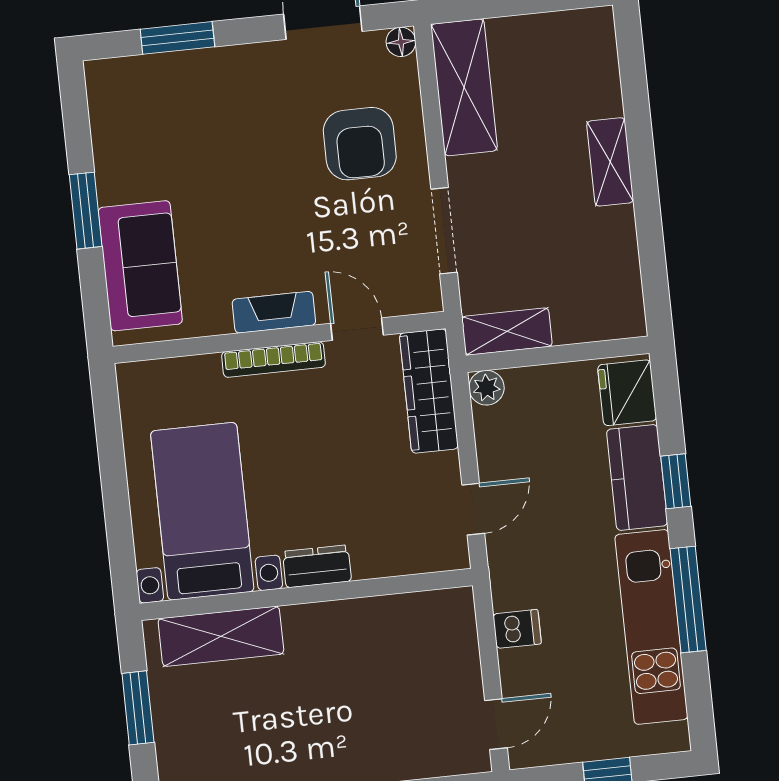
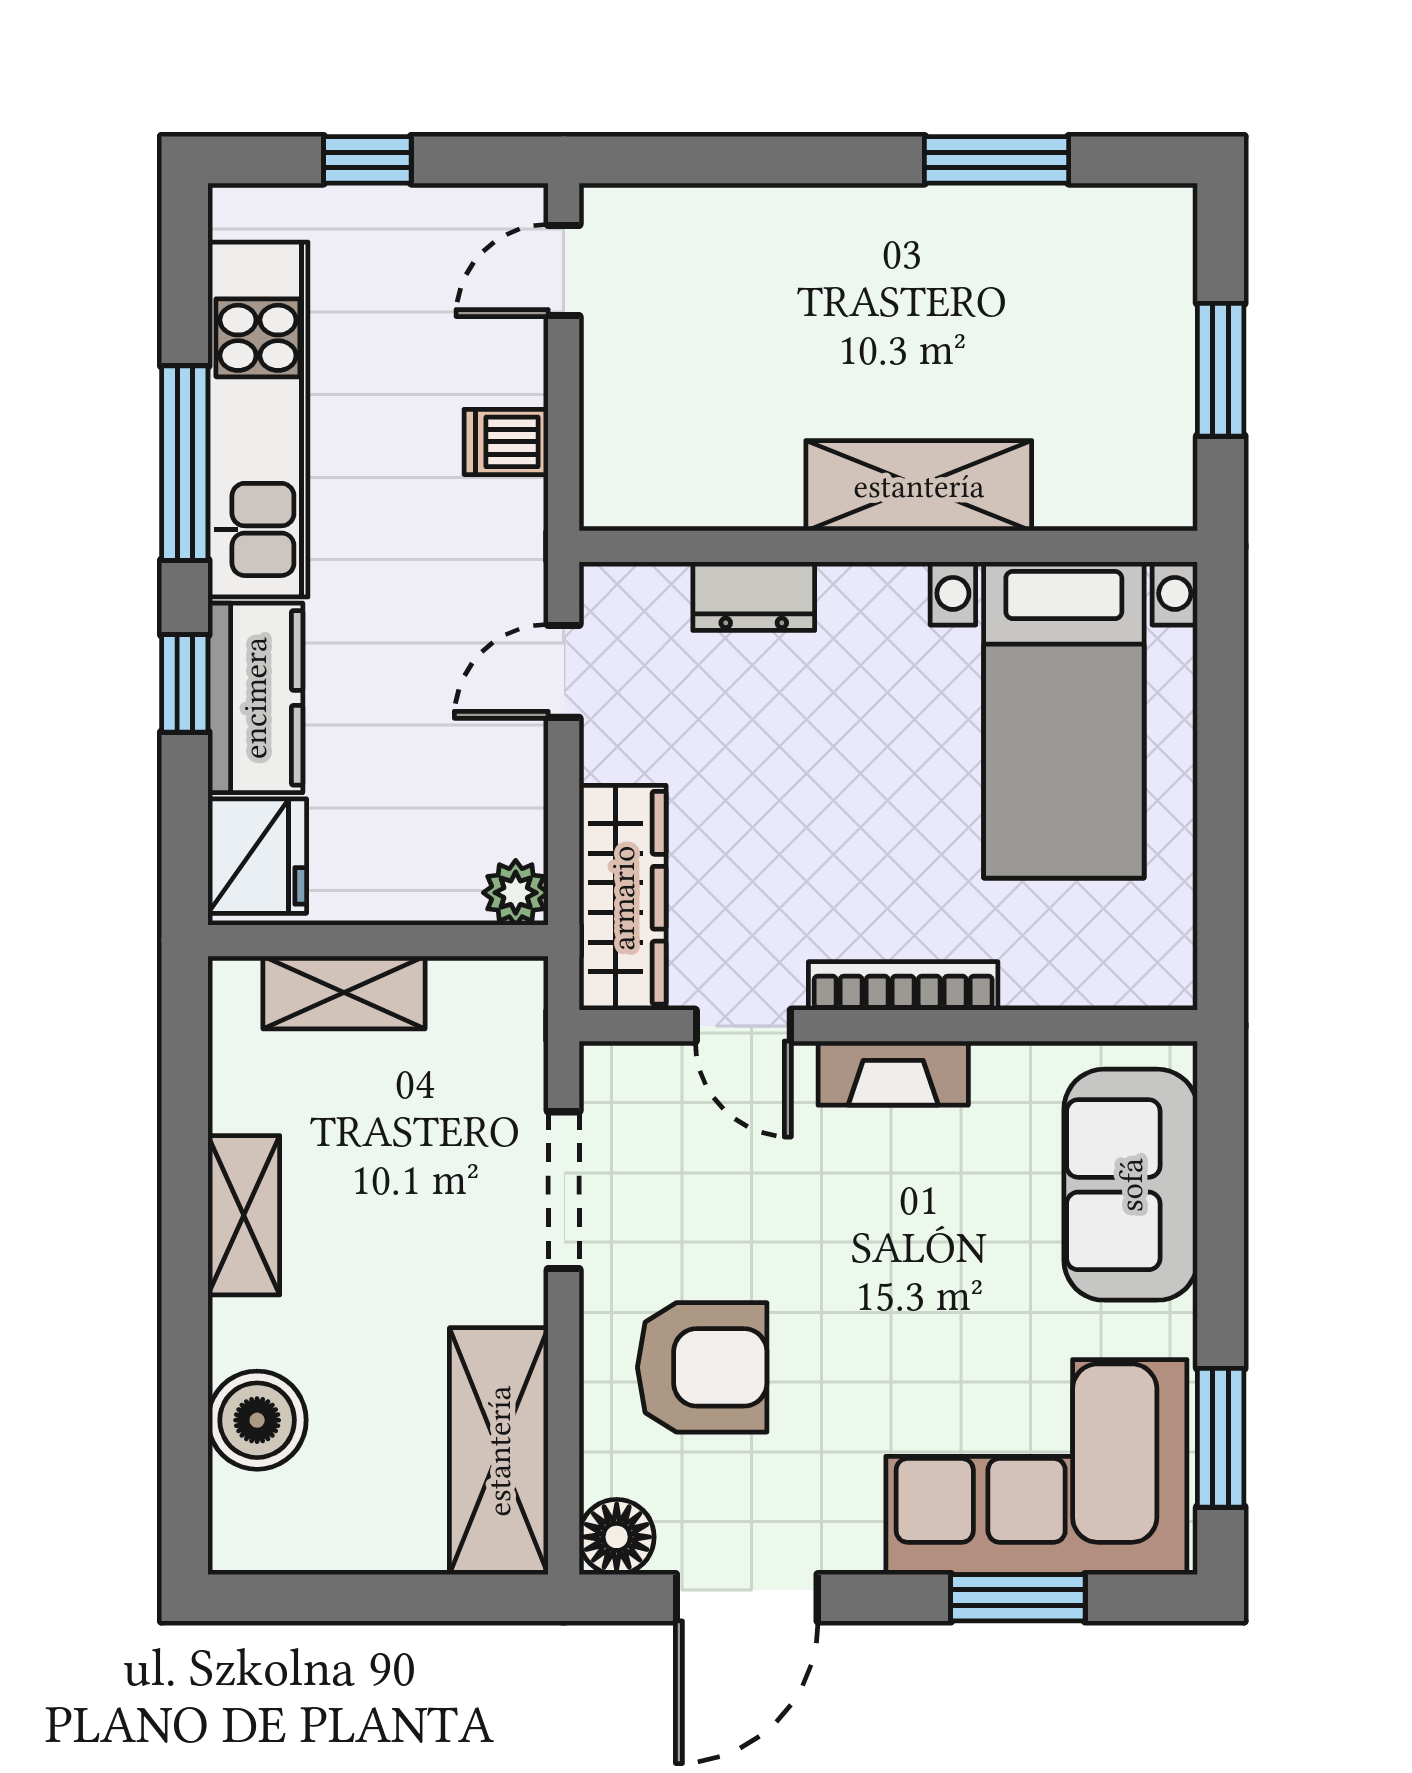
floor lamp: (401, 42) -> (617, 1537), width x1.37, depth x1.37
boiler: (595, 90) -> (257, 1420), added
corner sofa: (175, 109) -> (1036, 1467), added
armchair: (360, 144) -> (702, 1367), turned 90
shelving: (610, 162) -> (244, 1215), moved
window: (86, 211) -> (1221, 1438), moved
shelving: (507, 331) -> (344, 993), moved
dresser: (317, 566) -> (754, 596), moved
shelving: (221, 636) -> (919, 486), moved

